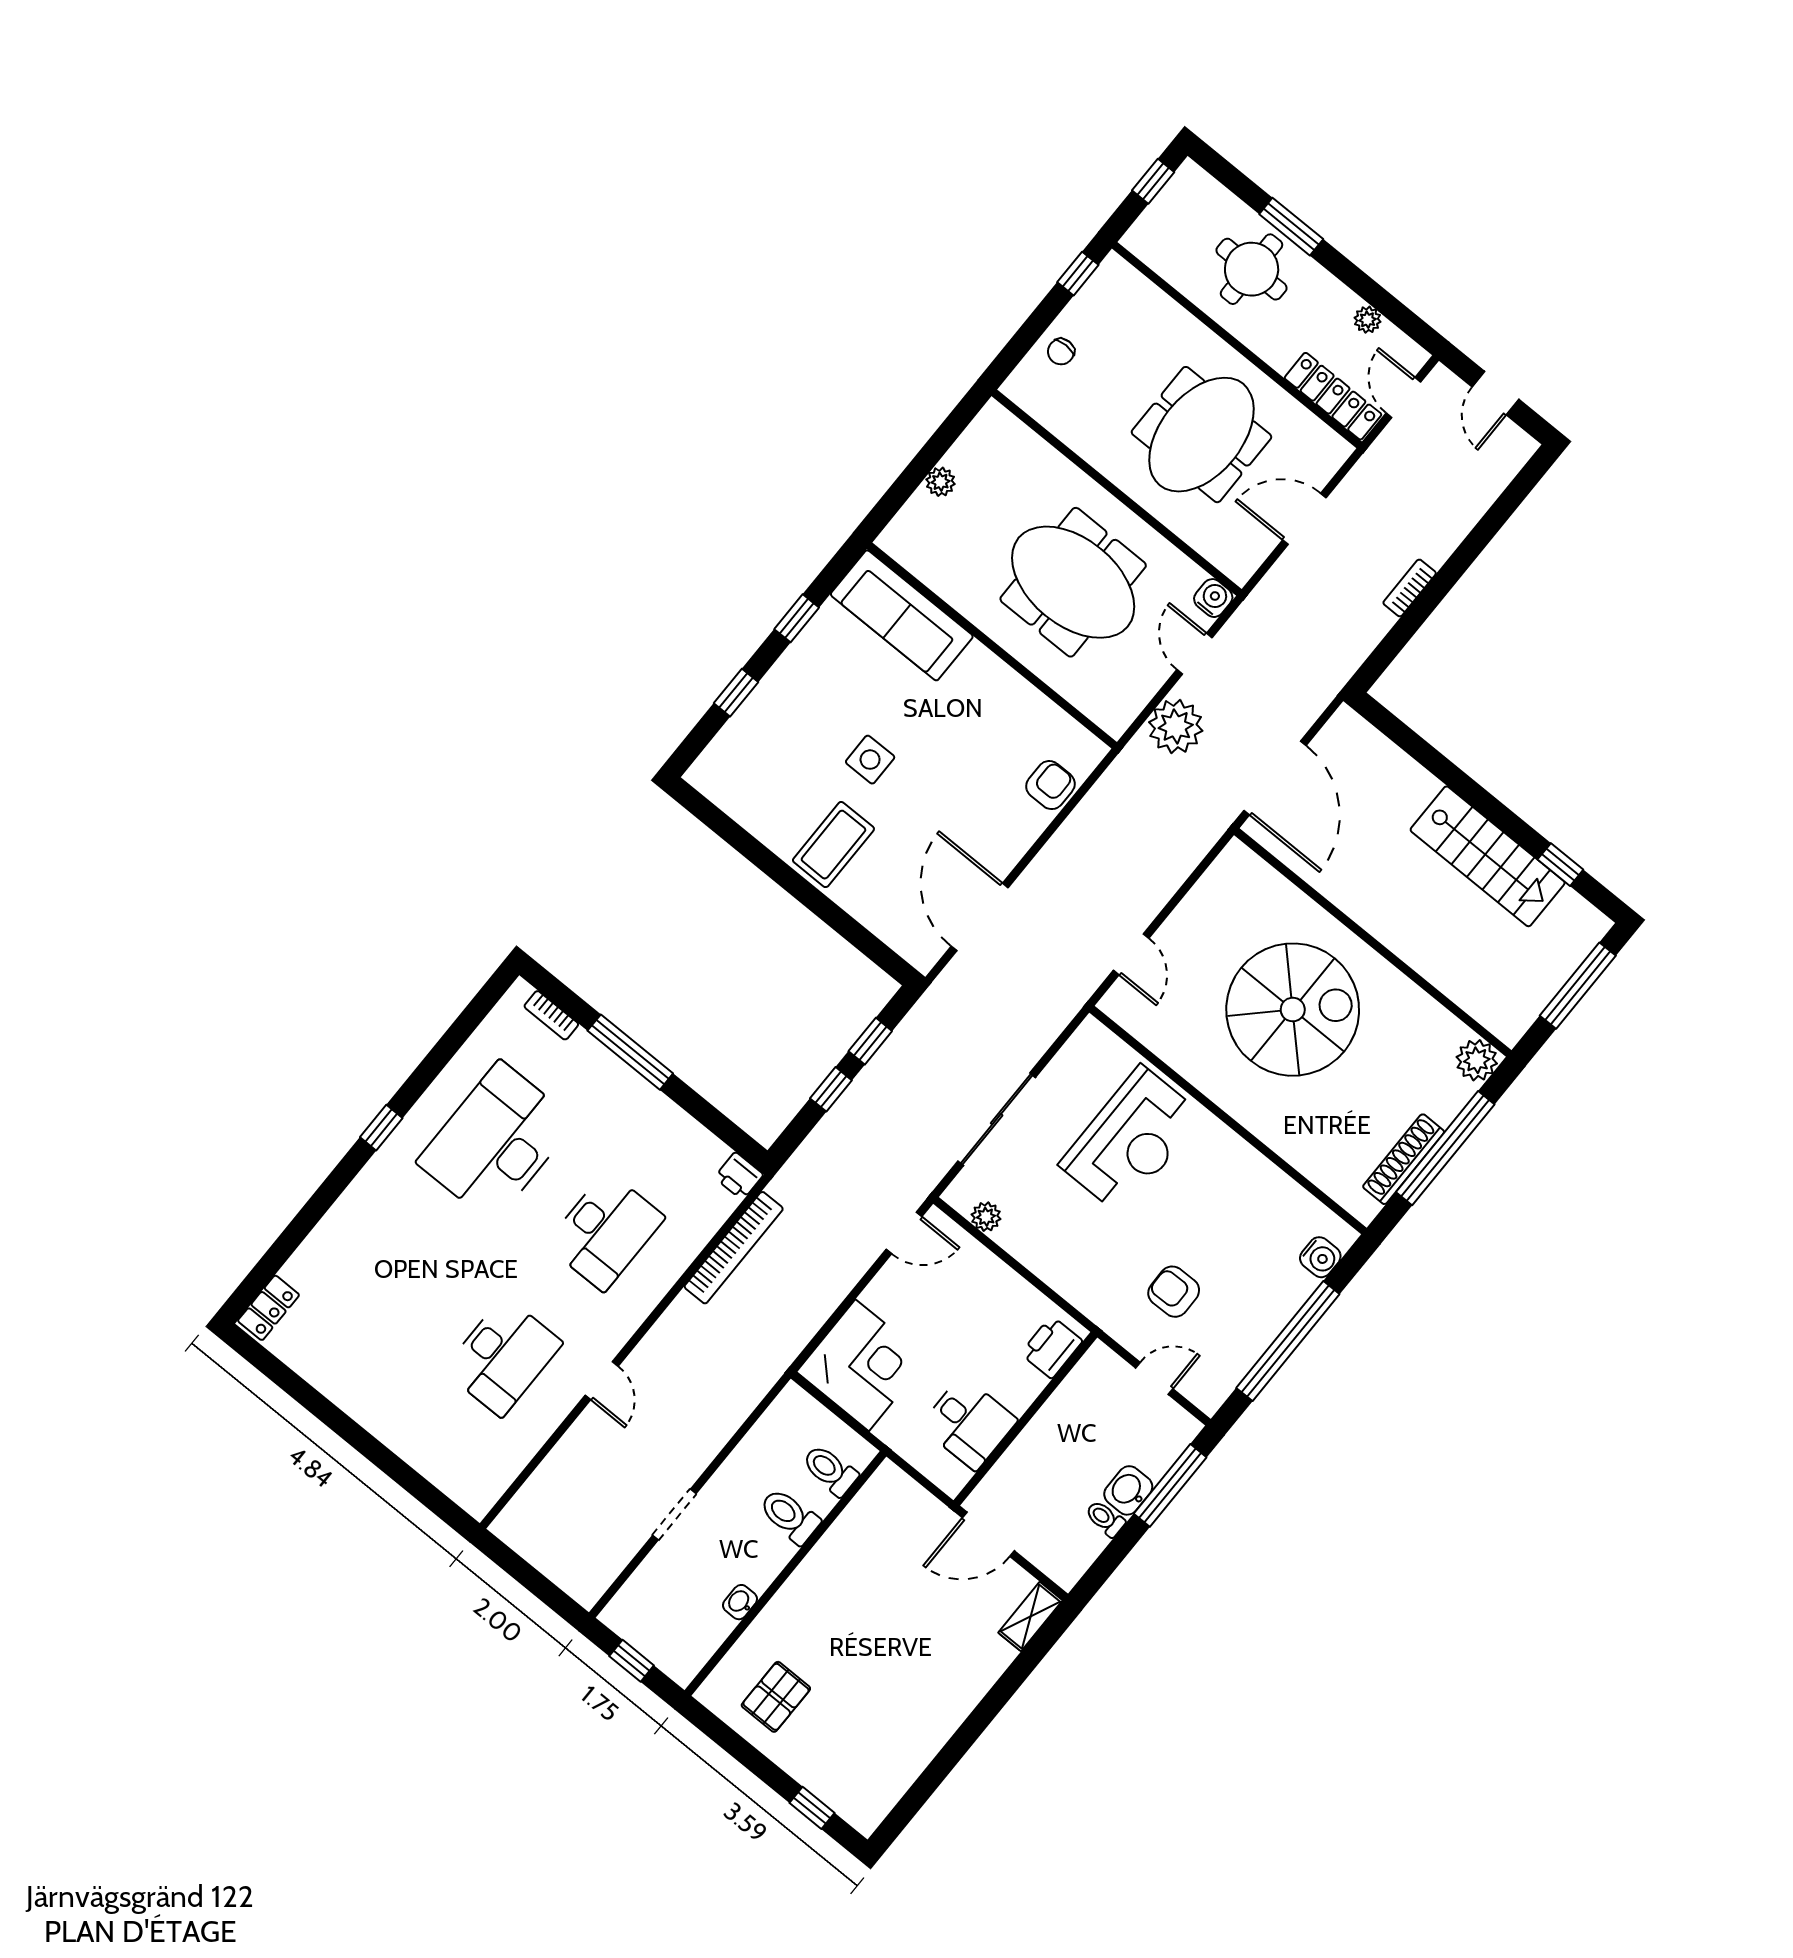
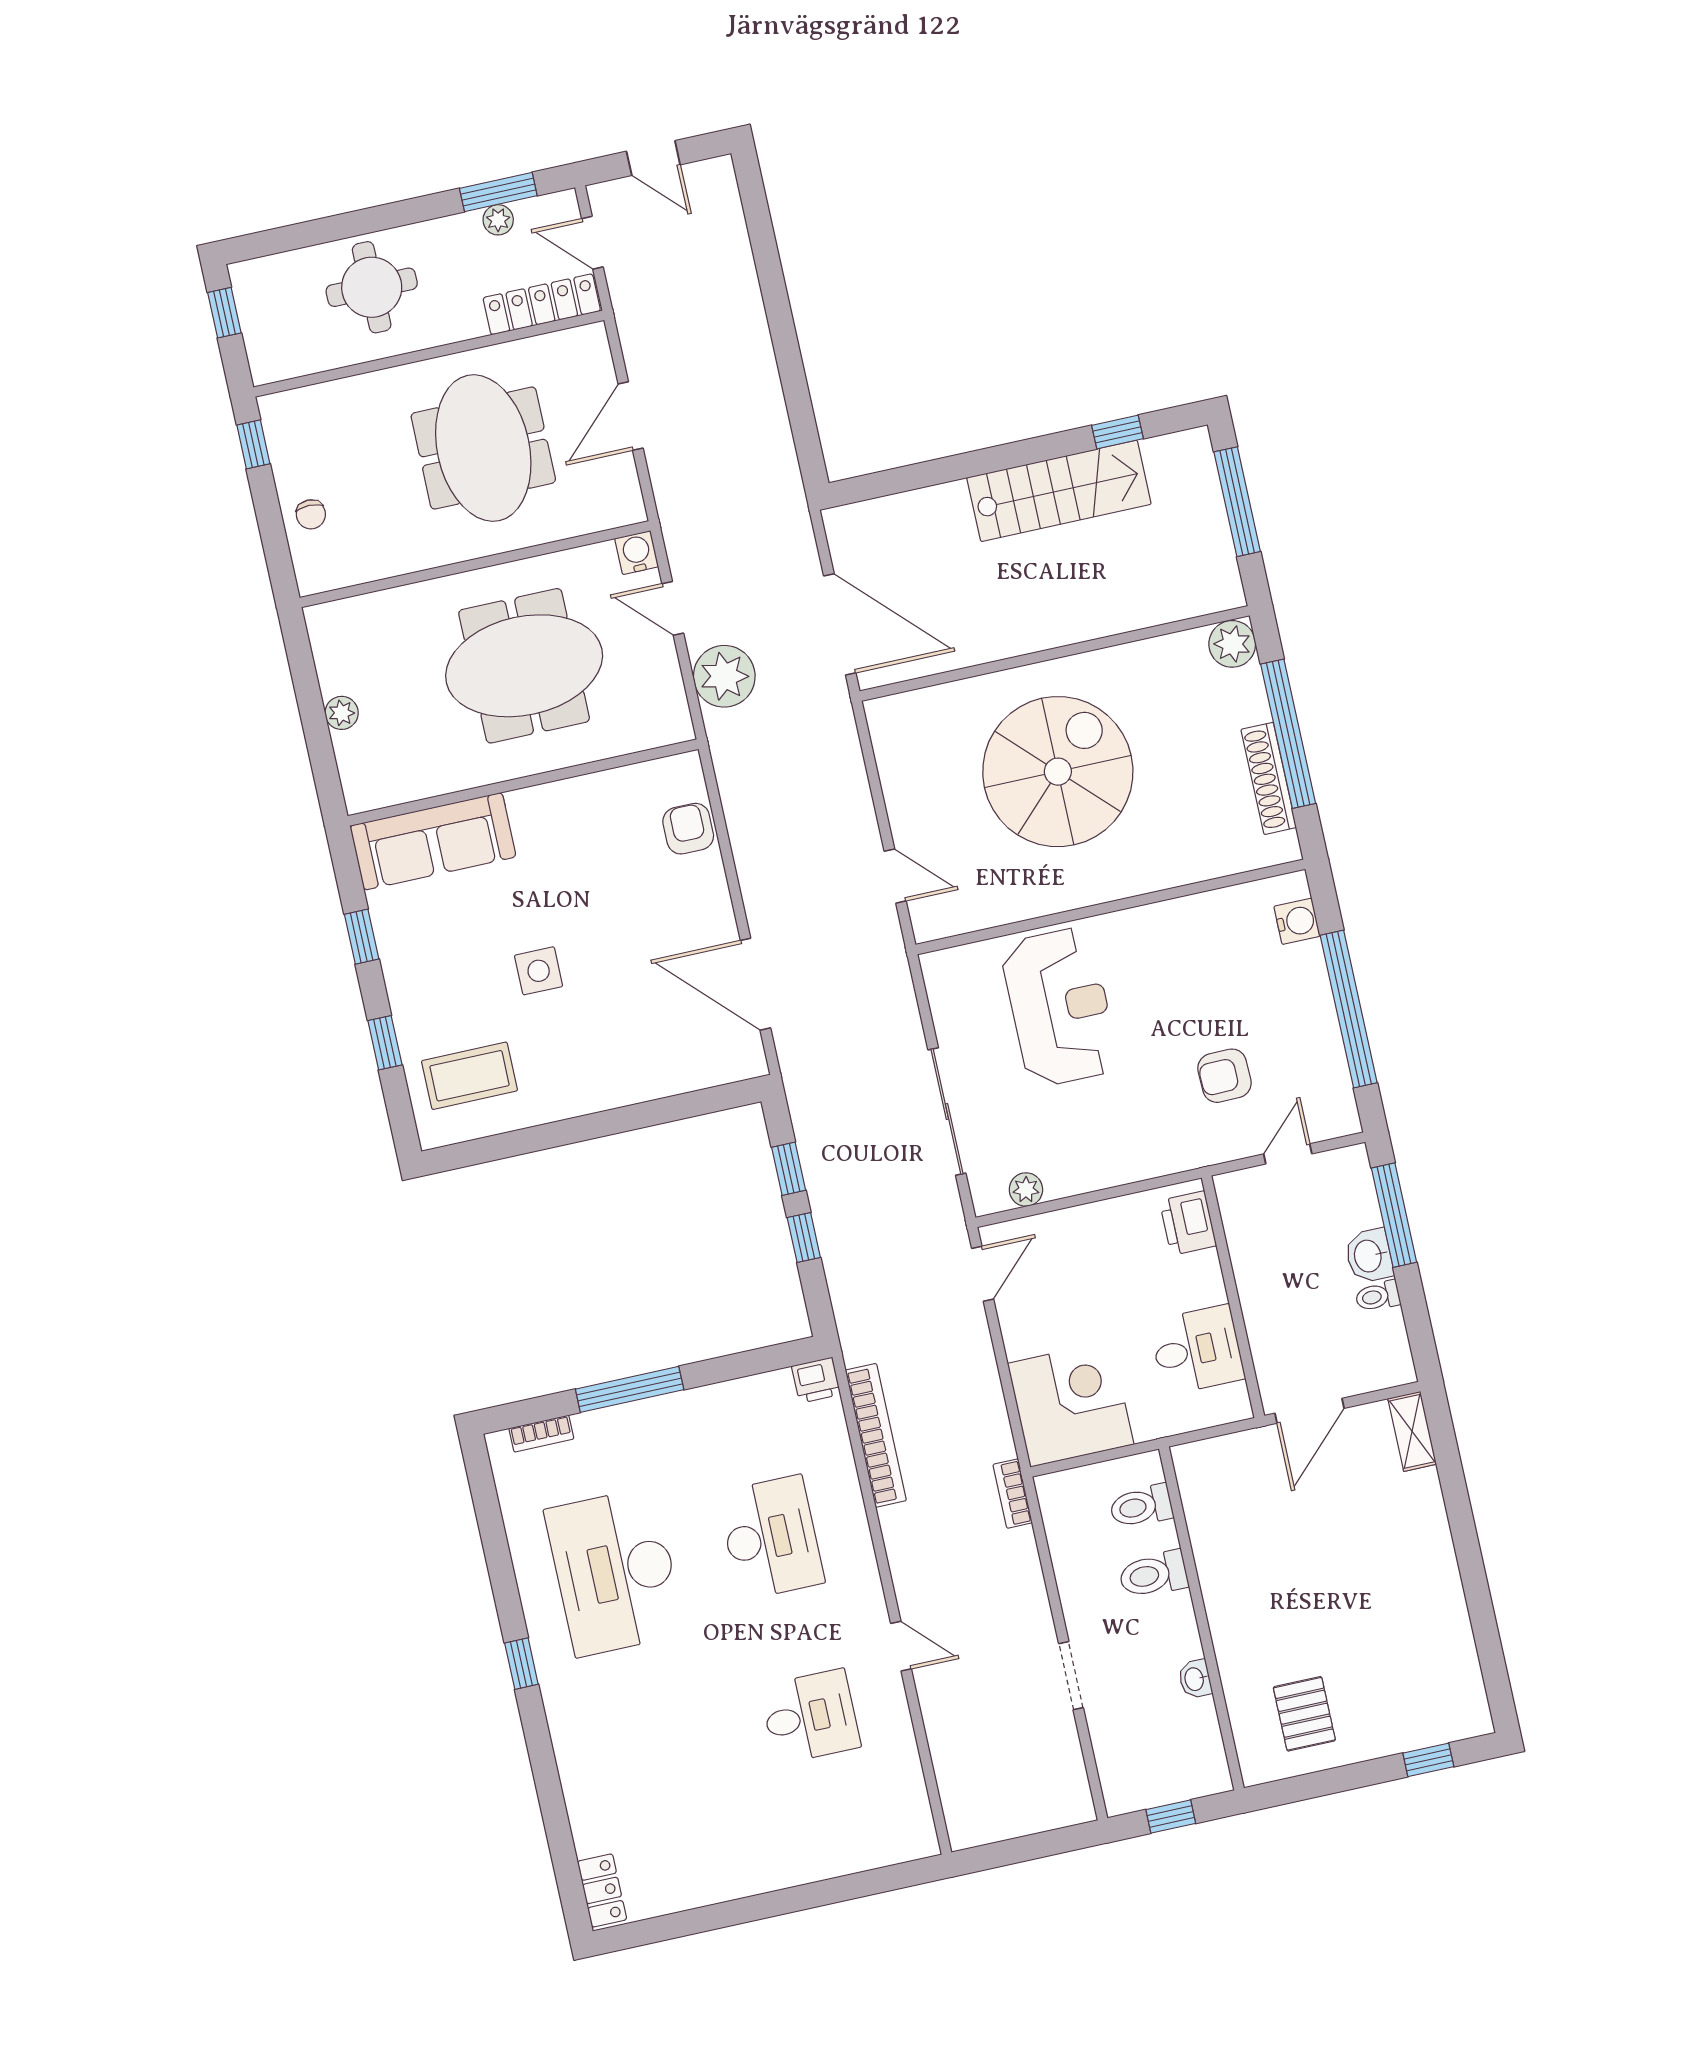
window: (1291, 227) -> (498, 192), moved
bookcase: (1410, 588) -> (1013, 1494), moved
coffee table: (833, 845) -> (469, 1076), moved, turned 90
desk: (503, 1356) -> (810, 1717), width x0.73

